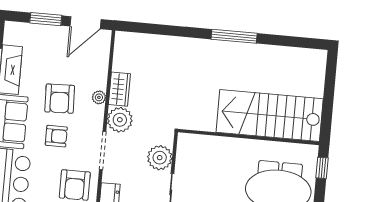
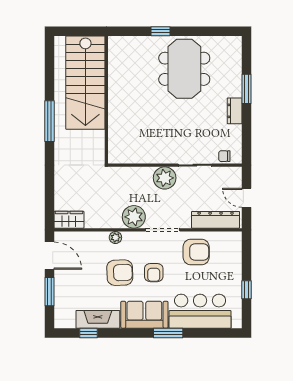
wardrobe: (119, 89) -> (69, 220), moved
stairs: (270, 115) -> (85, 83), moved
armchair: (56, 136) -> (154, 273), turned 180
wall: (249, 137) -> (106, 100), moved

